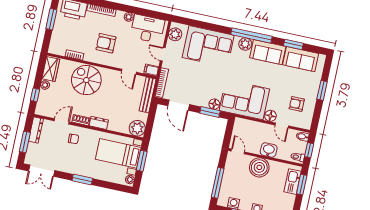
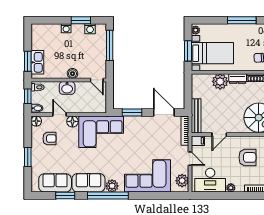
door: (129, 72) -> (219, 135), swing flipped
floor lamp: (214, 104) -> (36, 121), moved
plant: (137, 128) -> (220, 81), moved
boiler: (259, 167) -> (72, 74), width x0.54, depth x0.54
window: (82, 179) -> (242, 20), width x1.44

